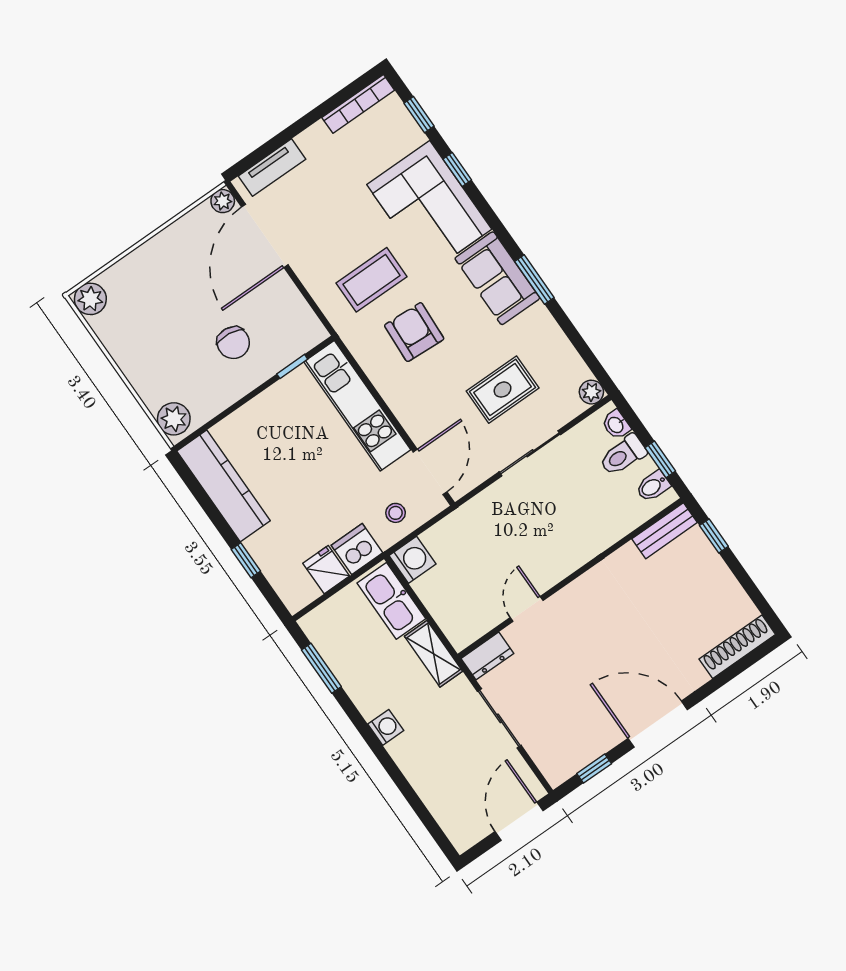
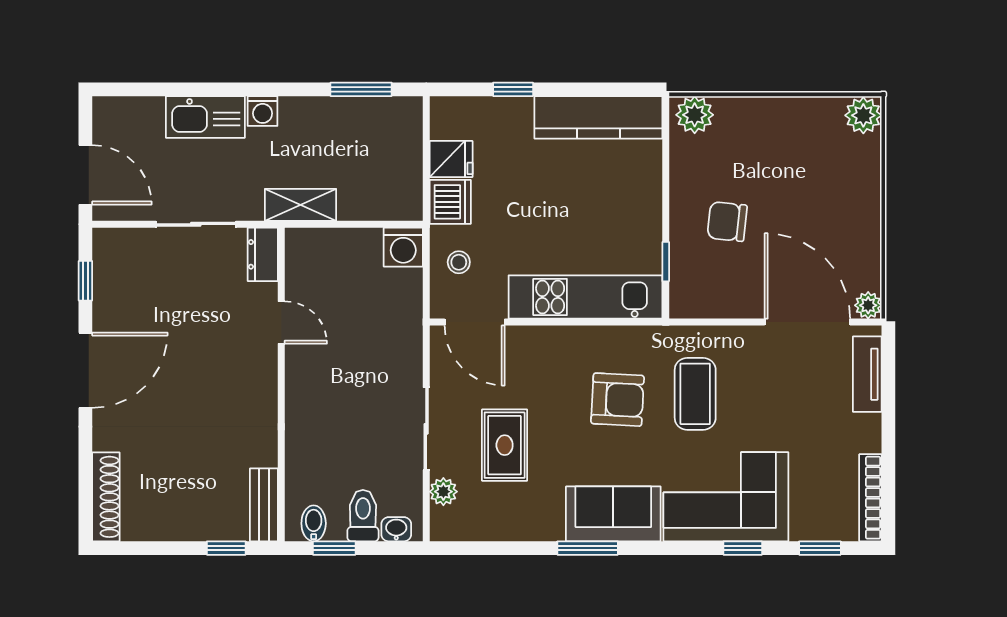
plant: (591, 392) -> (443, 492), moved
kitchen sink: (391, 601) -> (205, 117), moved, turned 180

